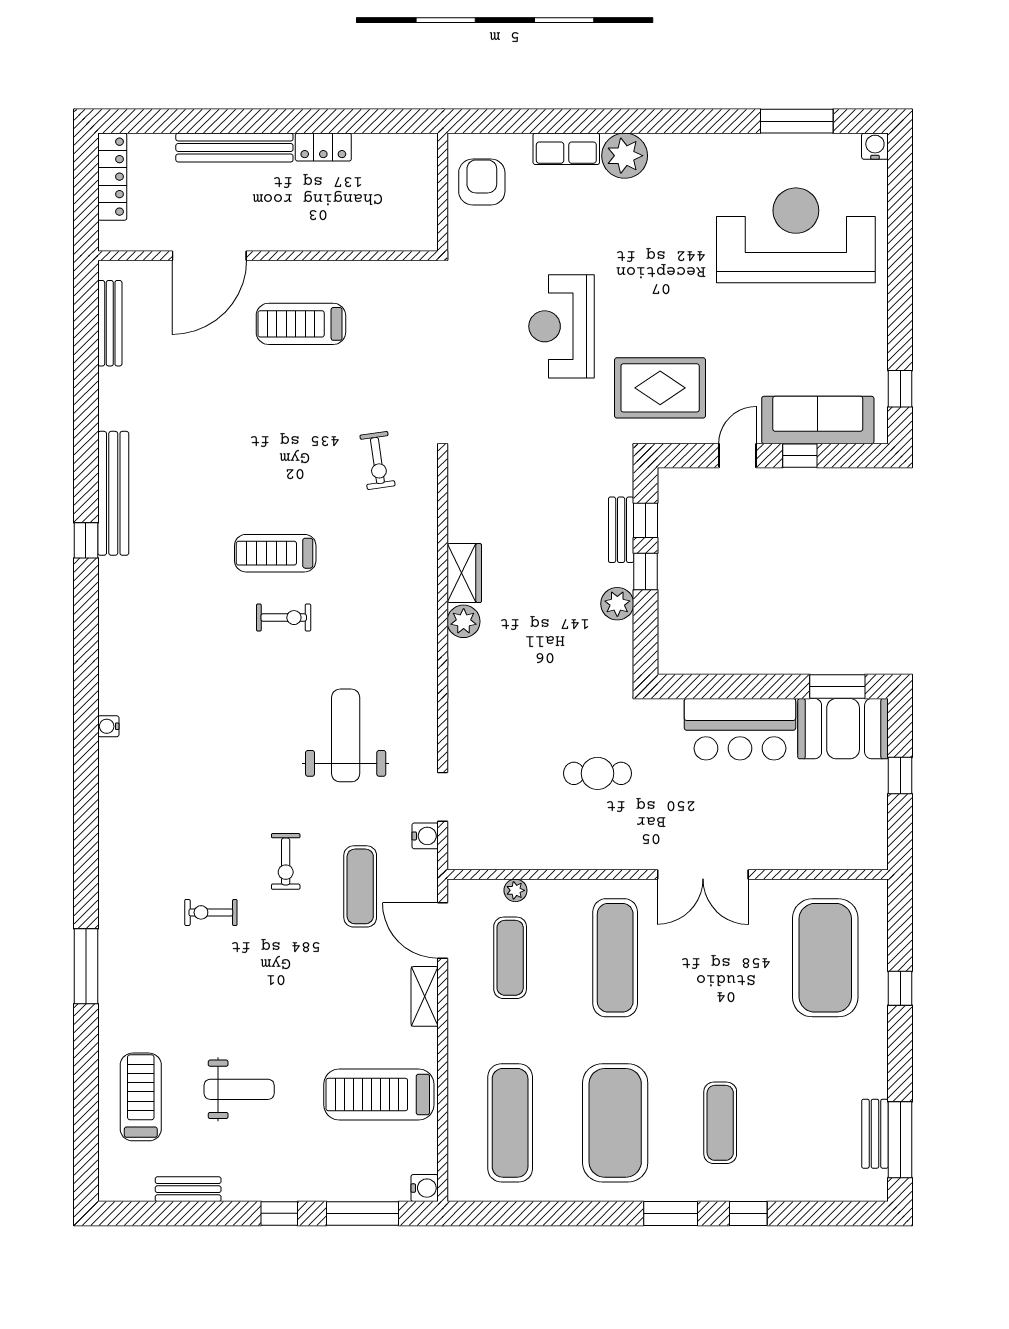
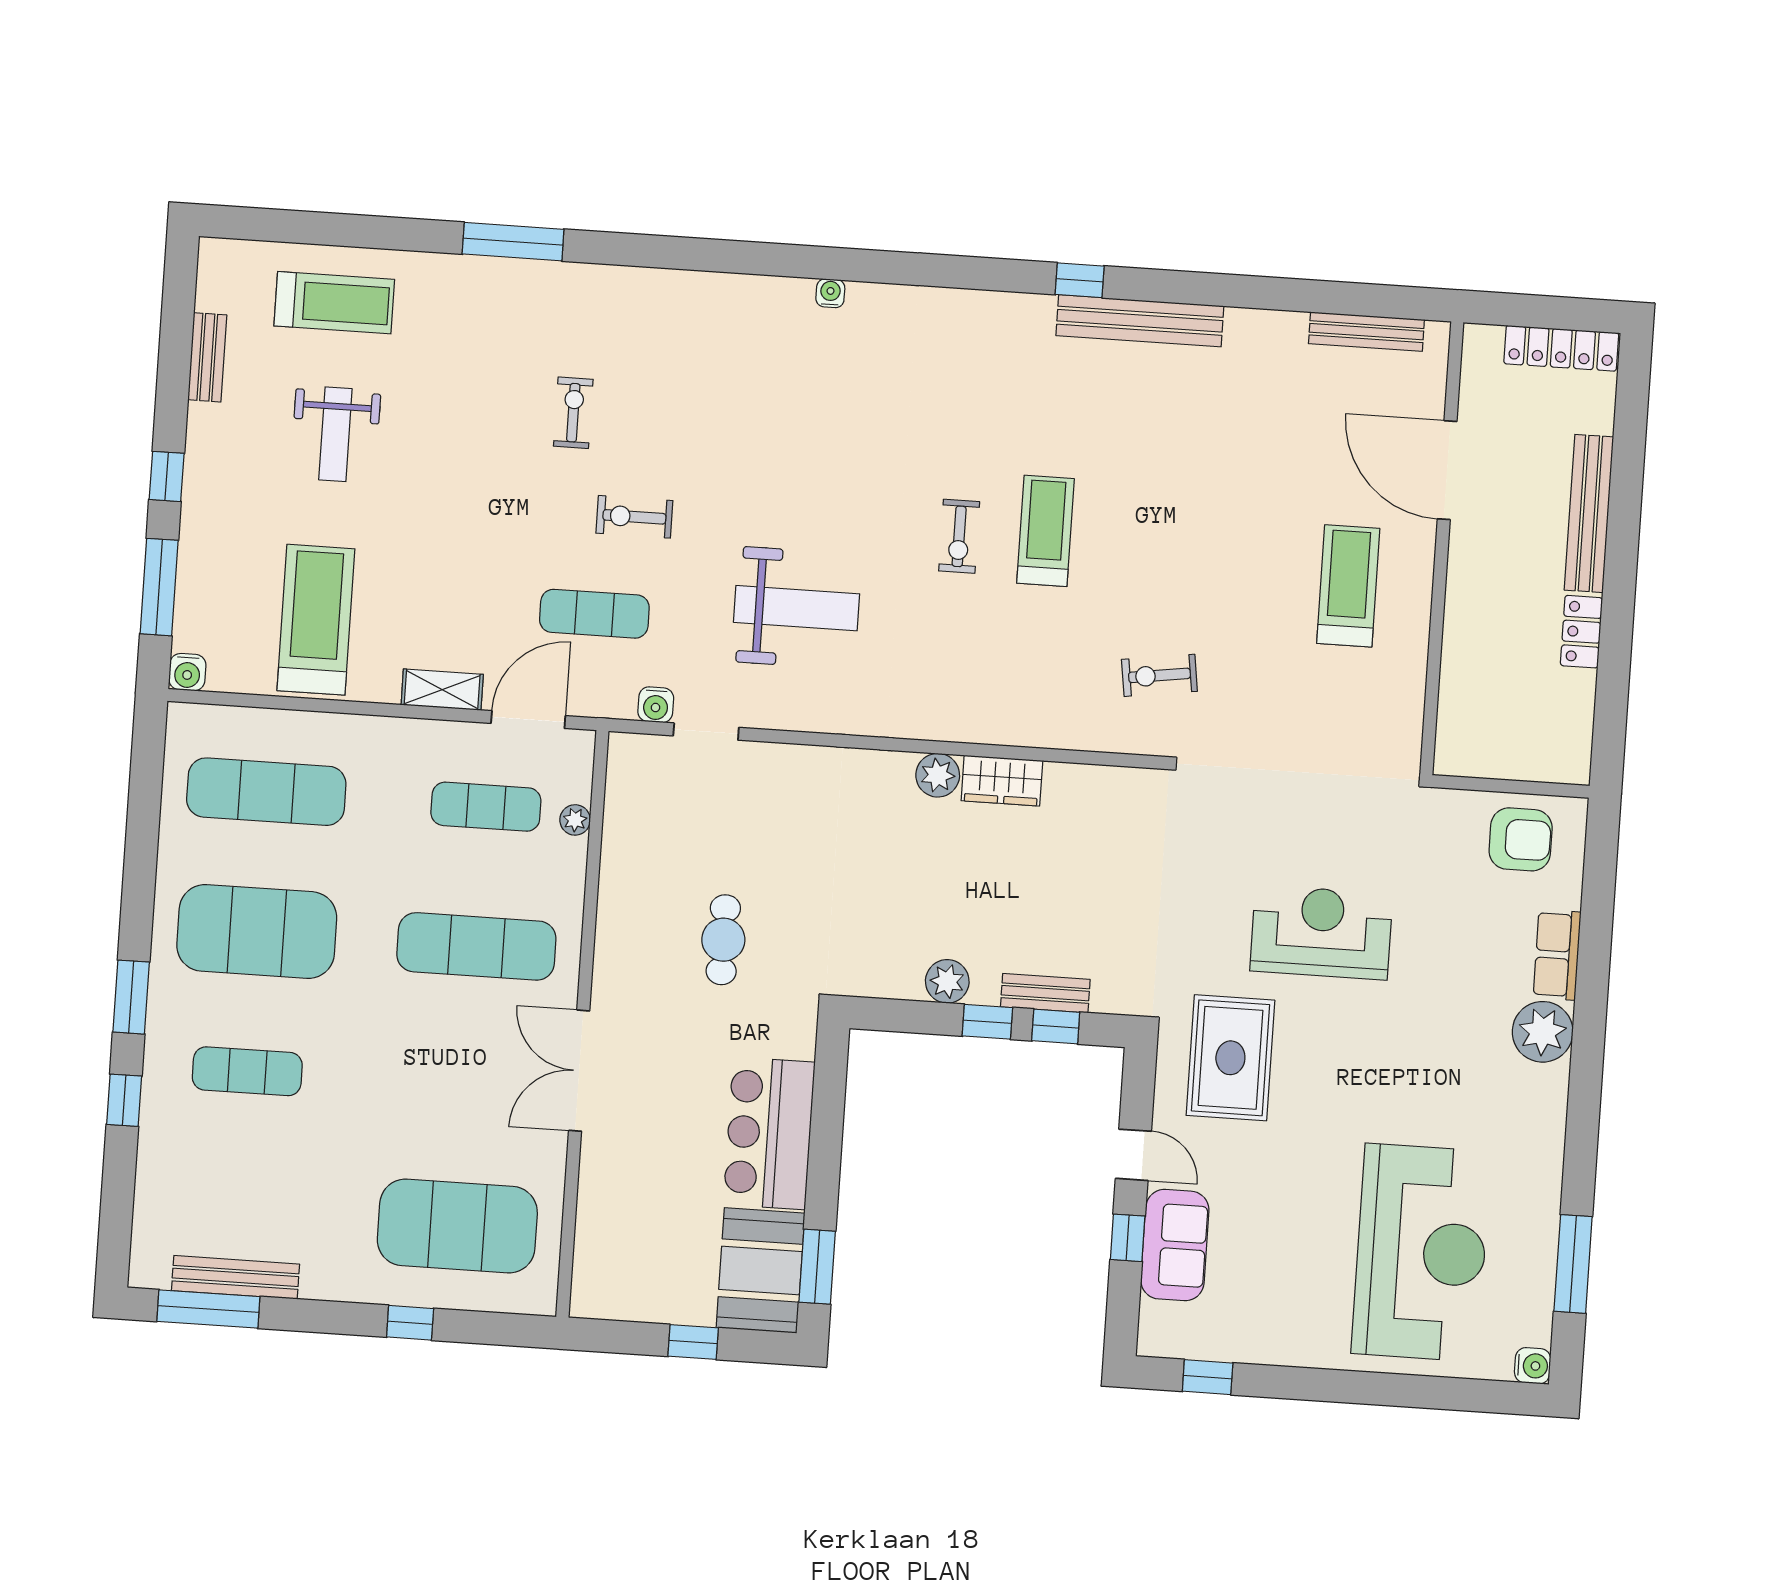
sofa: (818, 420) -> (1175, 1245), width x0.73
bench: (875, 1134) -> (235, 1277), width x1.36

